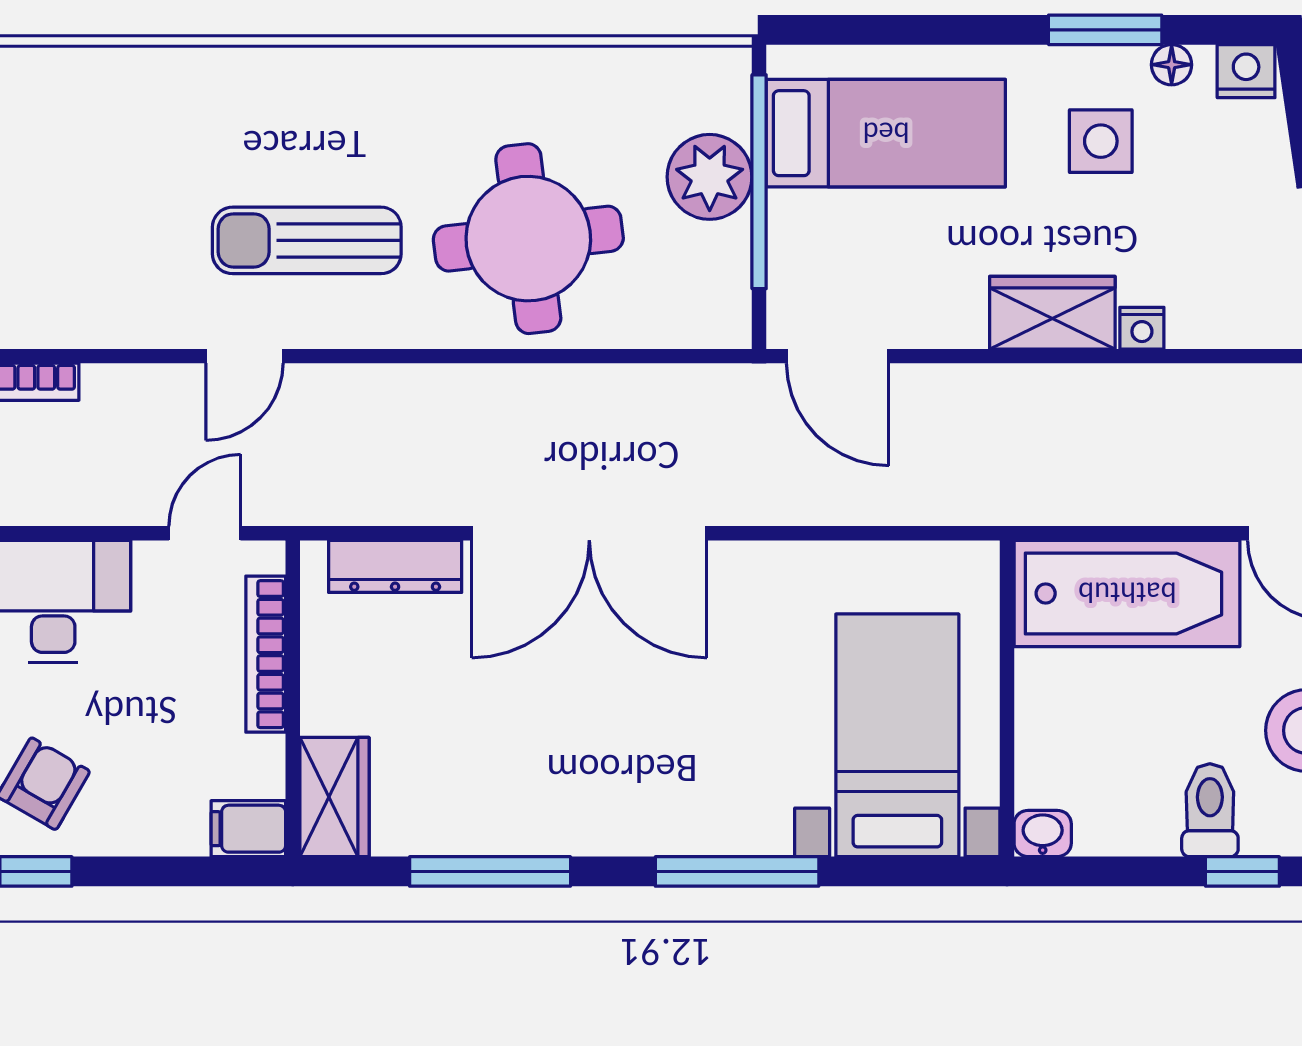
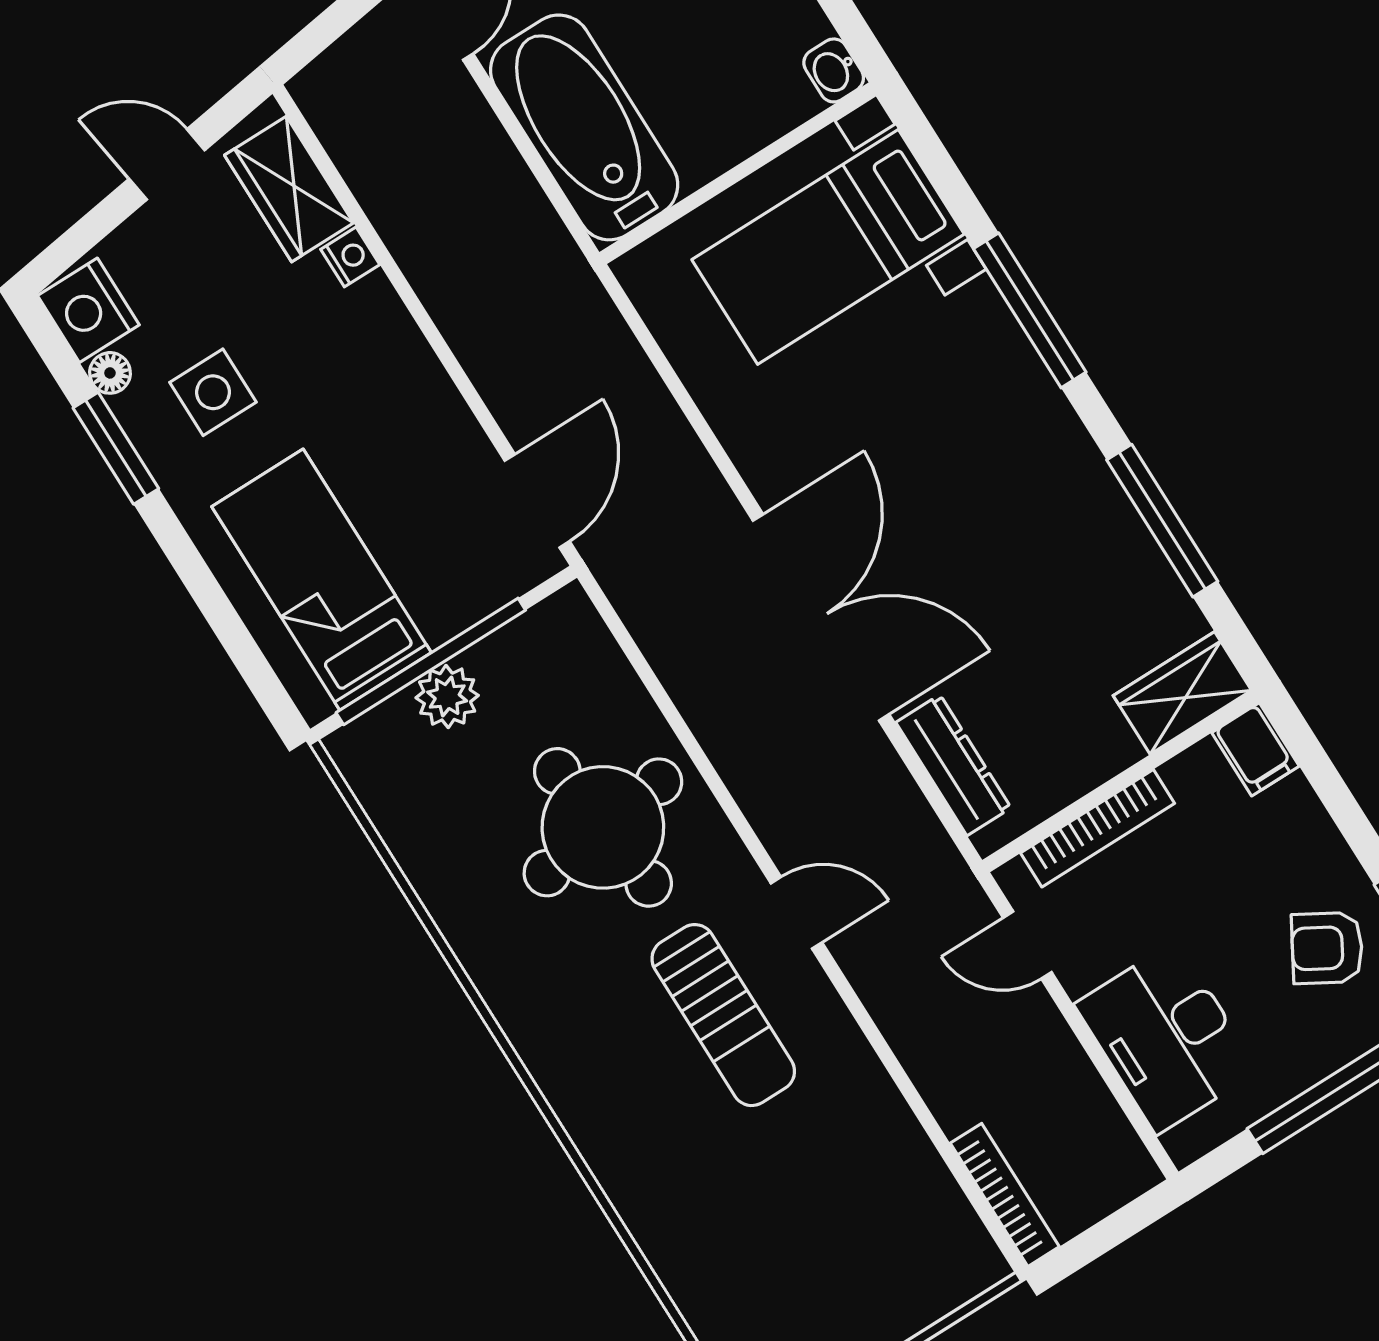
nightstand: (1246, 71) -> (88, 310), width x1.36, depth x1.33
plant: (710, 177) -> (447, 697), width x0.73, depth x0.73
wardrobe: (1052, 313) -> (289, 189), moved
door: (244, 356) -> (797, 913), moved

